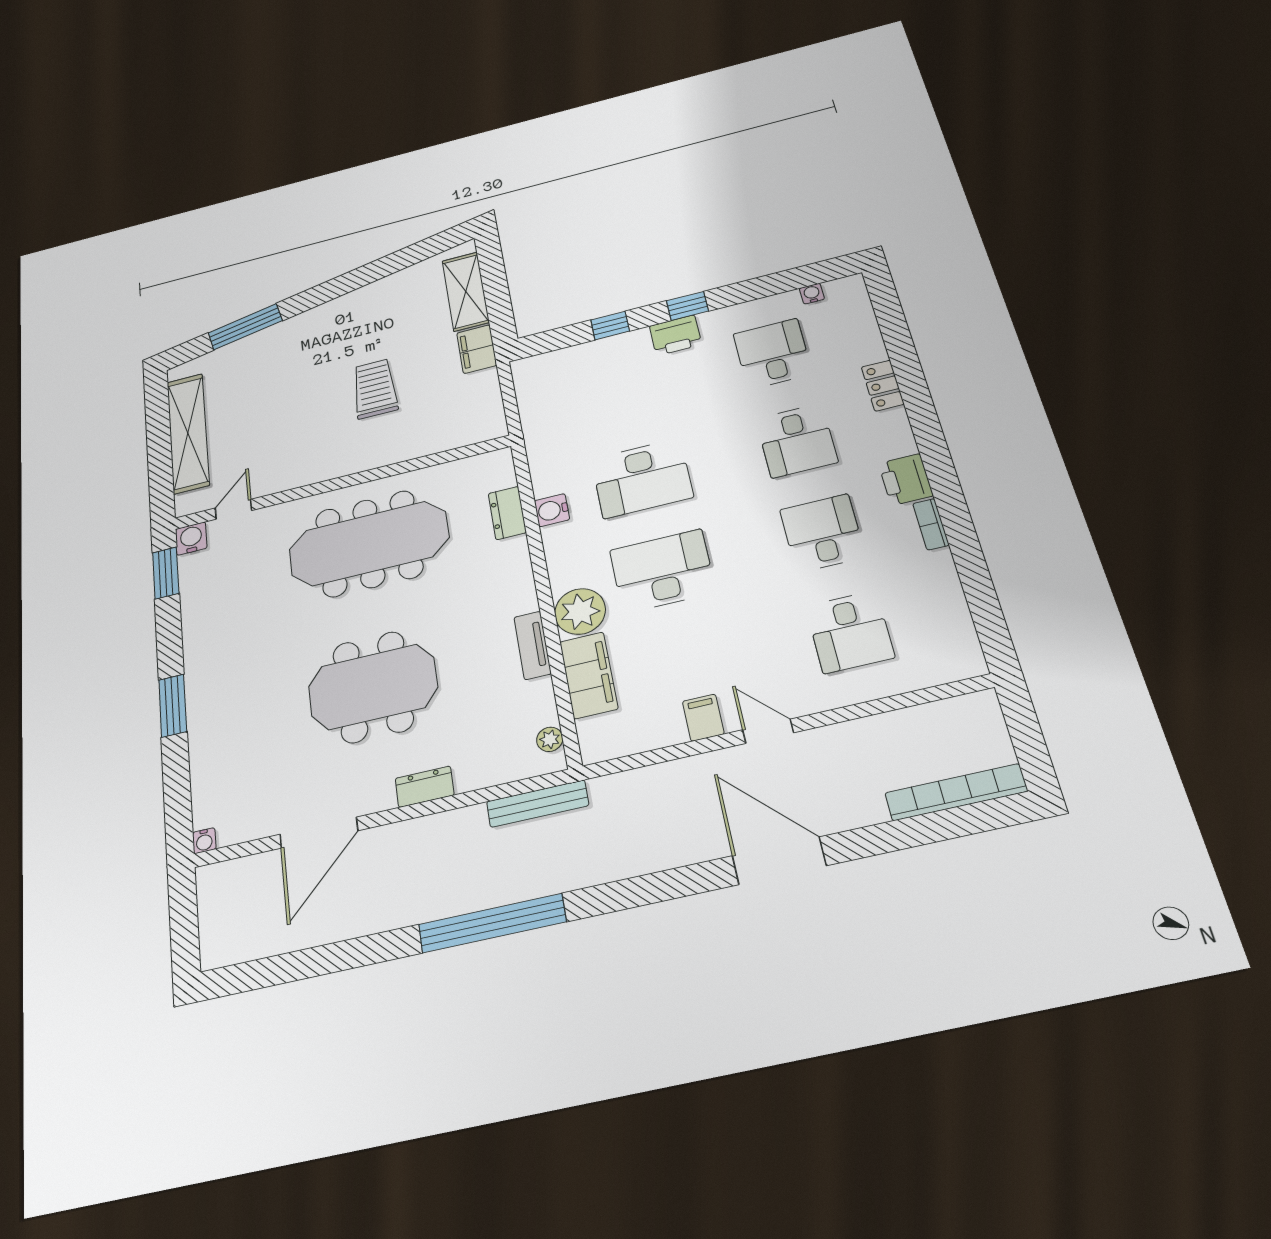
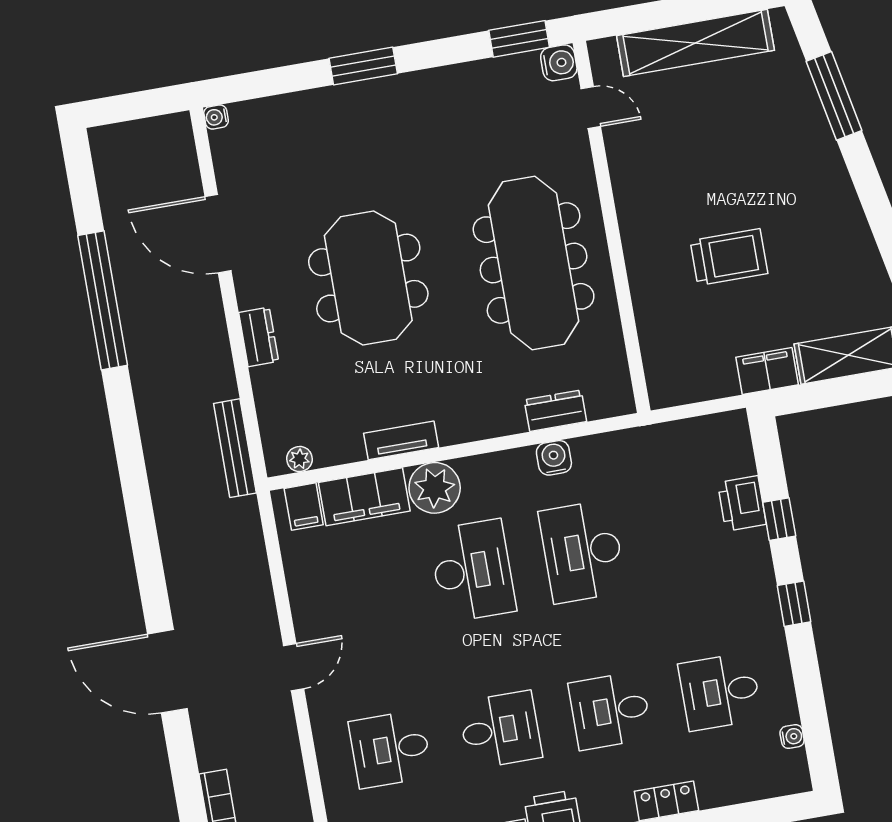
printer: (676, 335) -> (742, 503), moved
desk: (773, 354) -> (720, 692), turned 180
filing cabinet: (703, 718) -> (304, 507), moved, turned 90
door: (779, 861) -> (167, 671), swing flipped
window: (492, 923) -> (103, 300), moved

